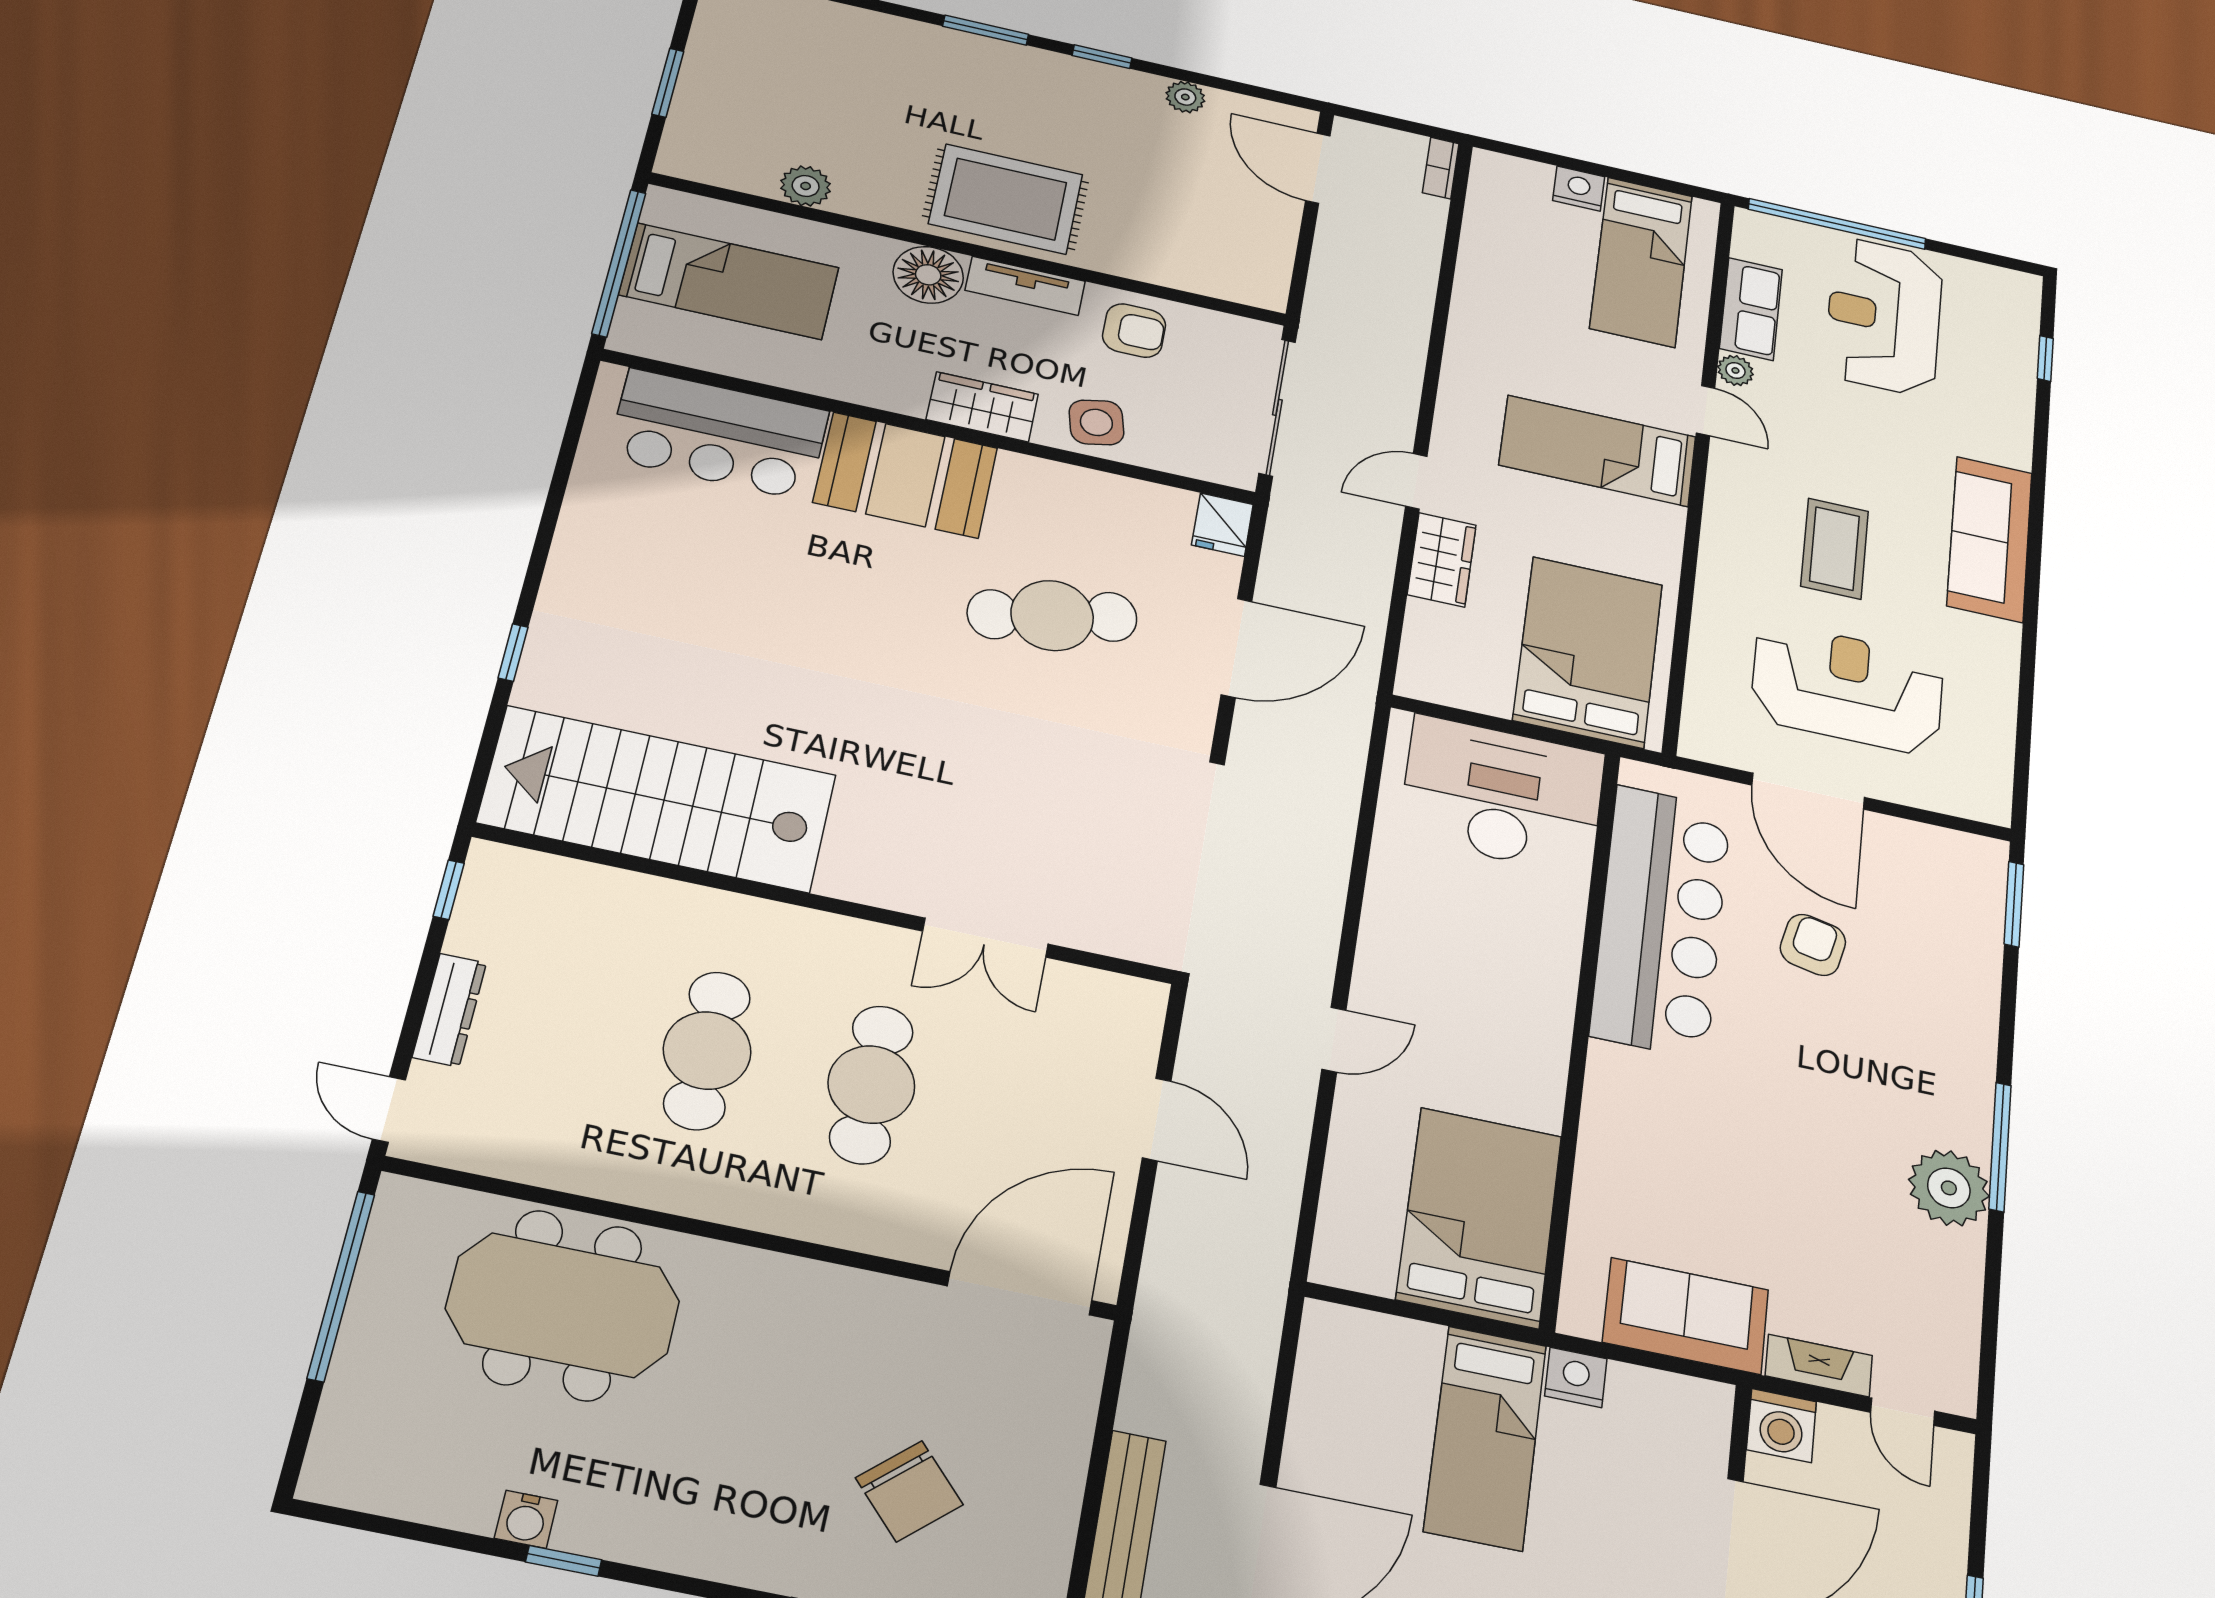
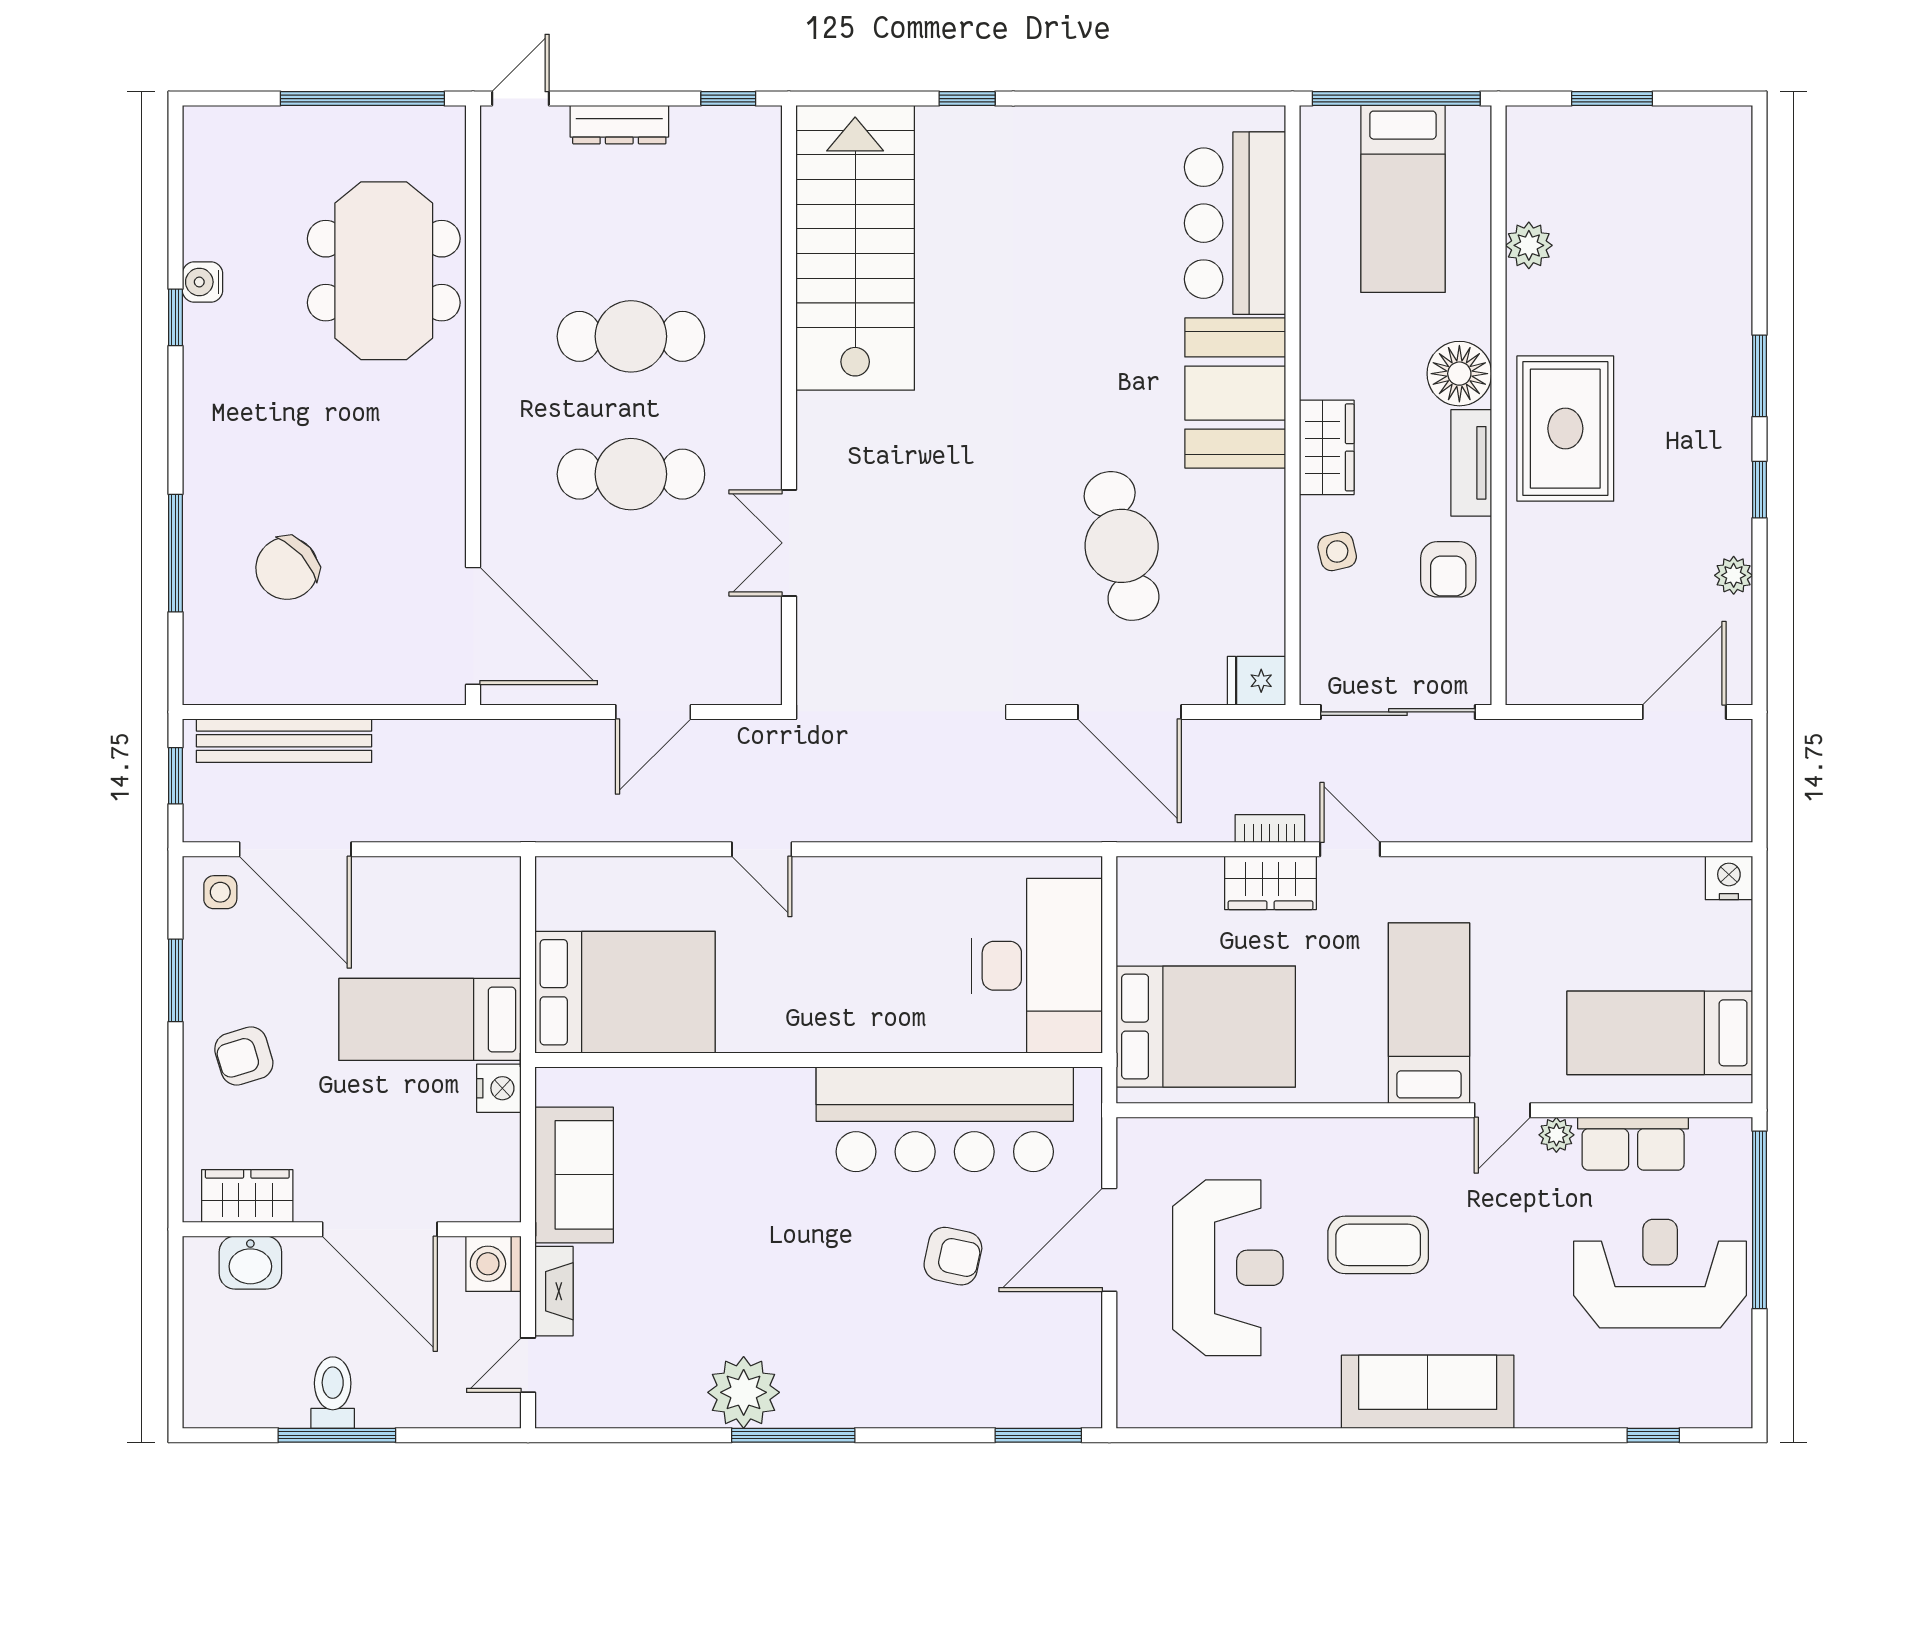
bookcase: (1441, 168) -> (1270, 829), moved
nightstand: (1579, 189) -> (1729, 878), moved, turned -90
side table: (1096, 422) -> (1337, 552), width x0.73, depth x0.73

